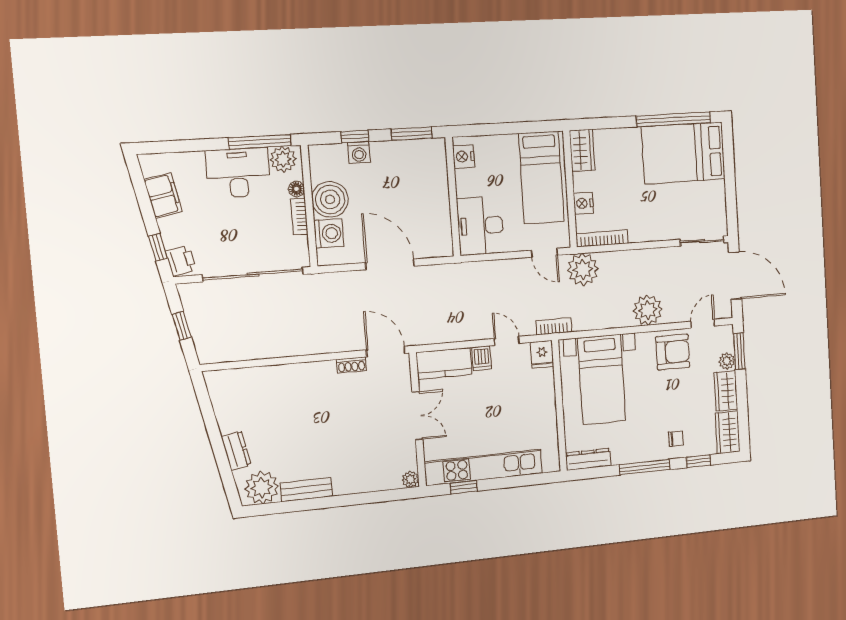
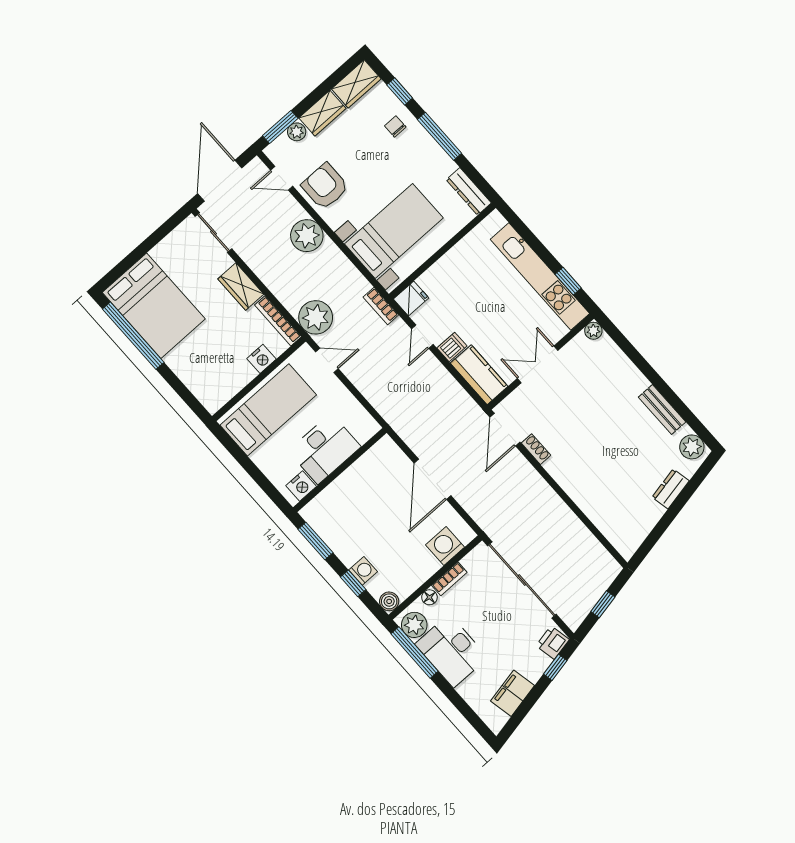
wardrobe: (582, 150) -> (241, 287), moved, turned -90
boiler: (330, 199) -> (389, 601), moved, width x0.54, depth x0.54
desk: (480, 226) -> (325, 449), moved
door: (544, 253) -> (327, 360), hinge flipped
plant: (262, 488) -> (692, 447), width x0.73, depth x0.73

